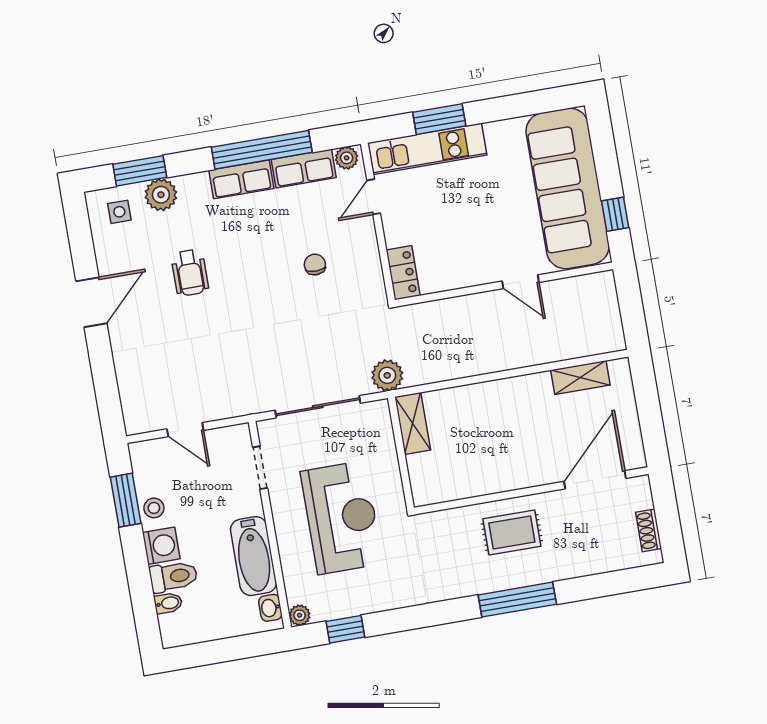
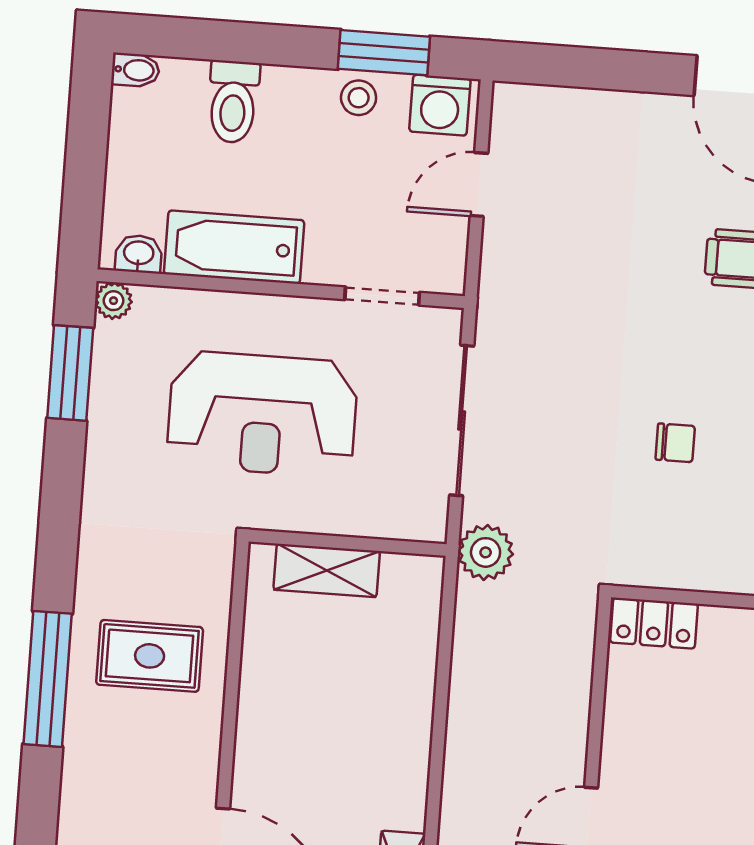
chair: (315, 265) -> (675, 443), moved
shelving: (413, 424) -> (327, 570), moved
rug: (512, 533) -> (150, 656), moved, turned 90
washing machine: (161, 546) -> (440, 105), moved
bidet: (168, 603) -> (136, 70), moved, turned -90
window: (345, 629) -> (70, 373), width x1.50

